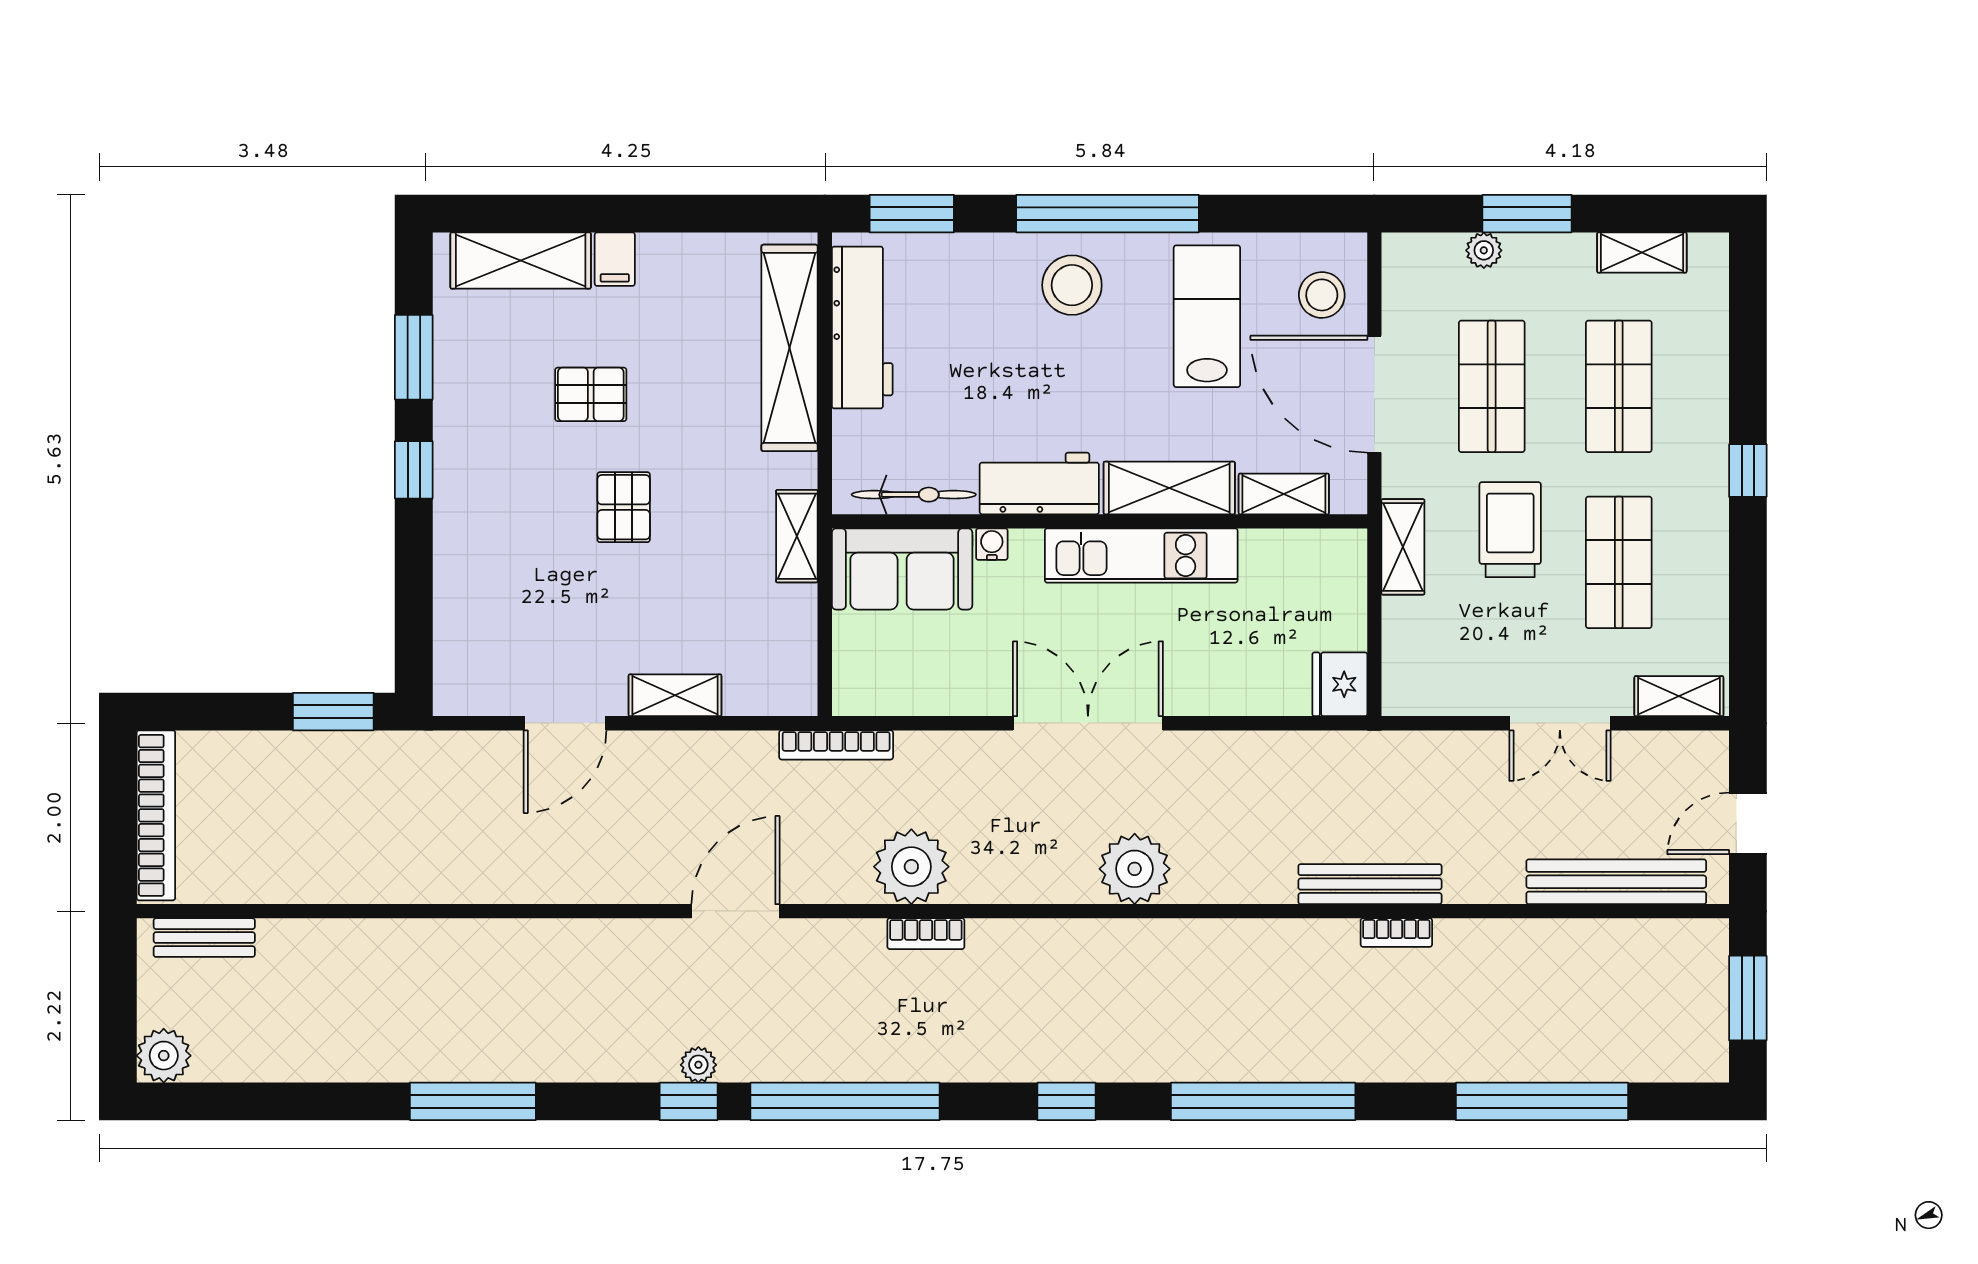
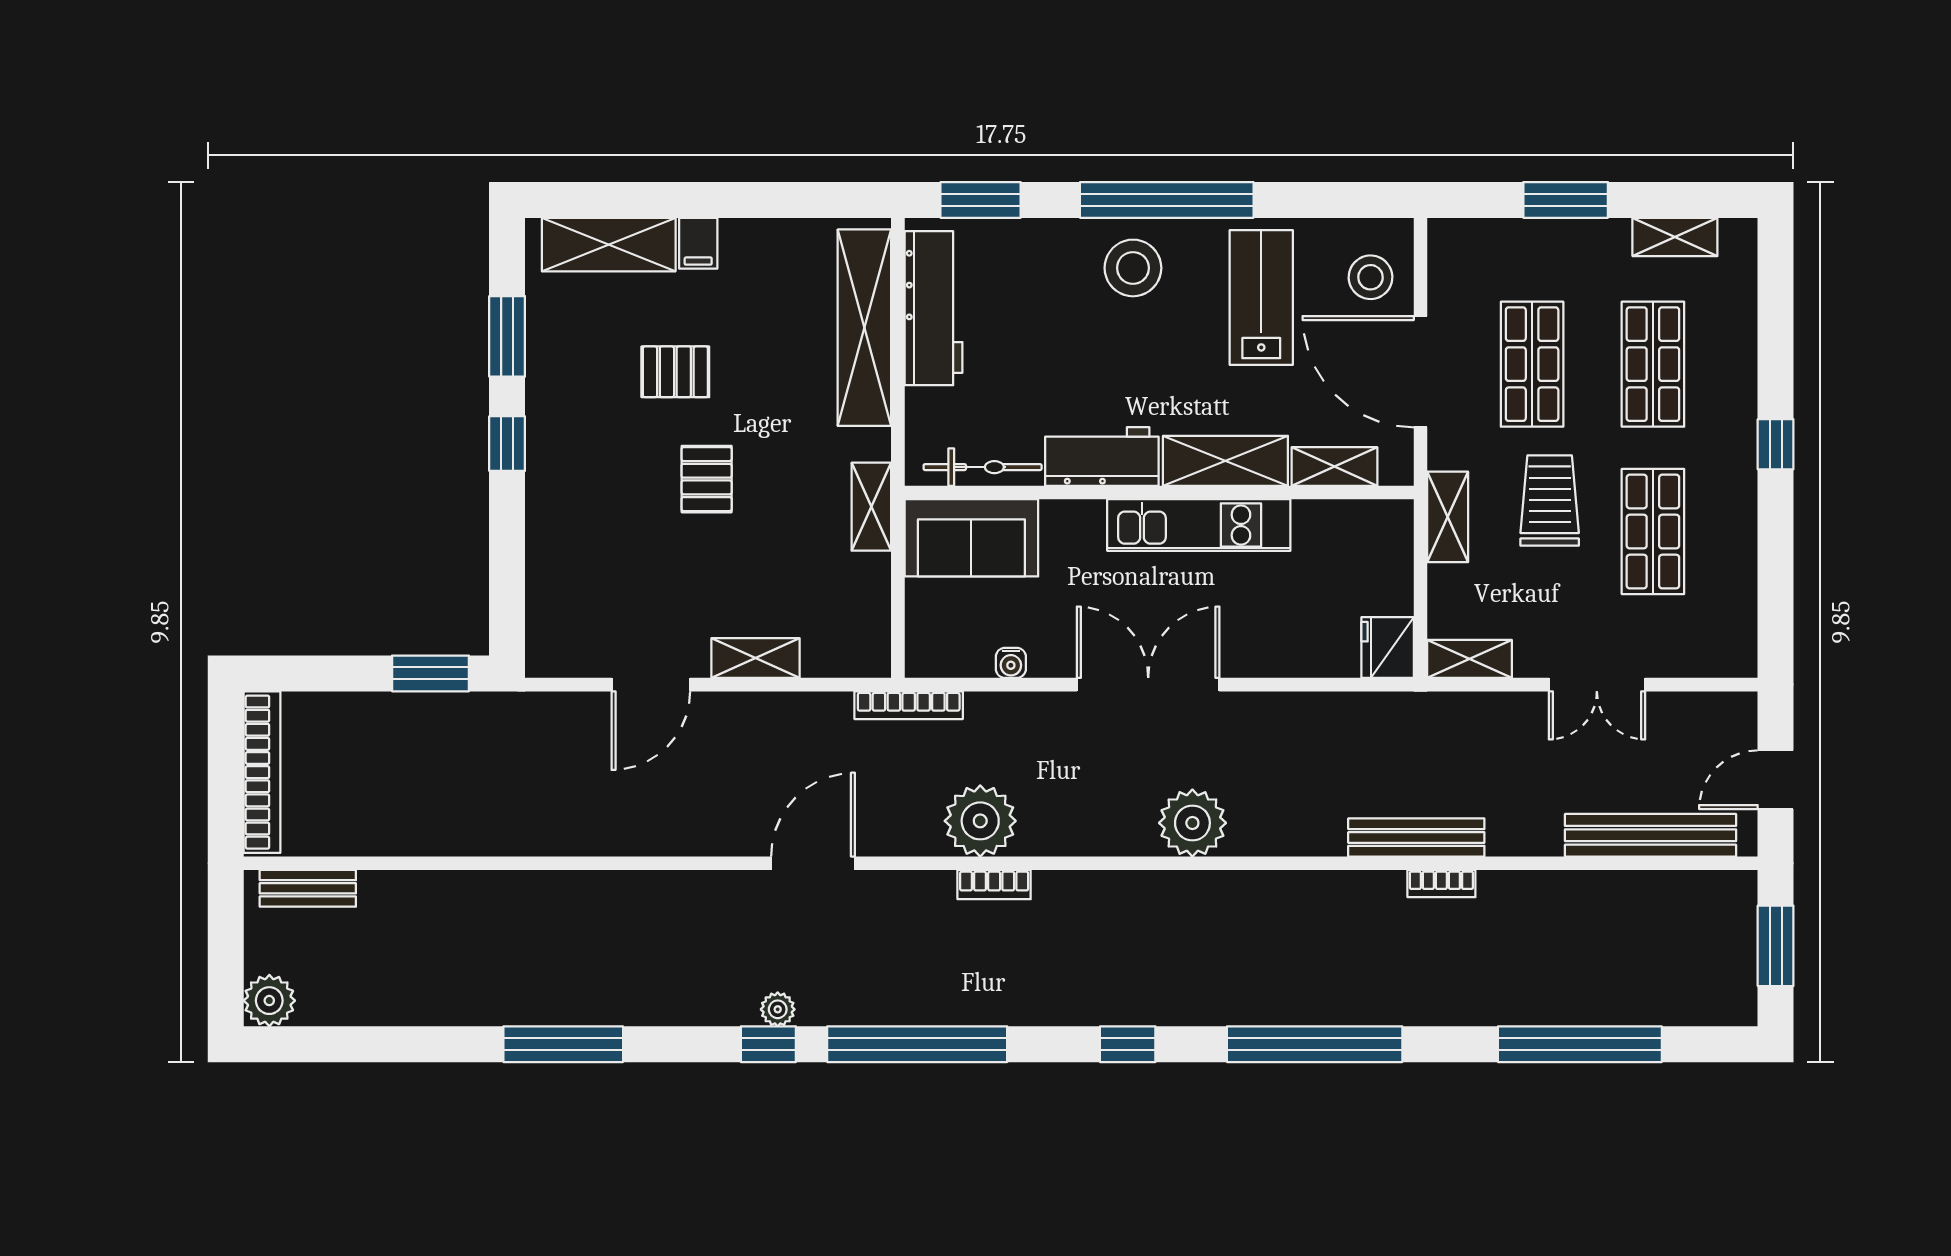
plant: (1484, 250) -> (1525, 235), removed
water cooler: (992, 544) -> (1011, 663), moved, turned 180
shelving: (1679, 696) -> (1469, 659), moved

